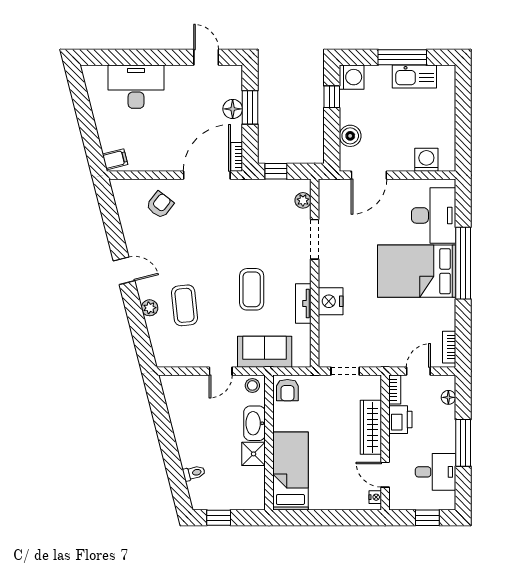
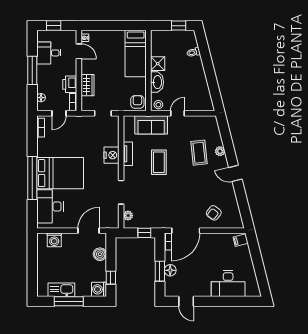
wardrobe: (371, 427) -> (87, 85), width x0.67

